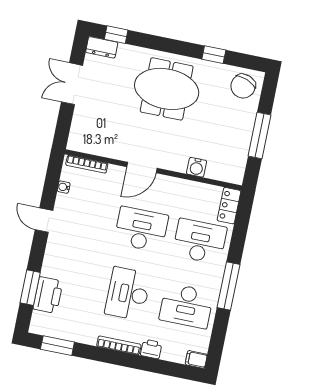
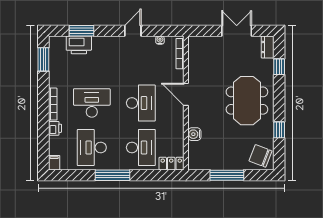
window: (116, 35) -> (279, 67), moved

